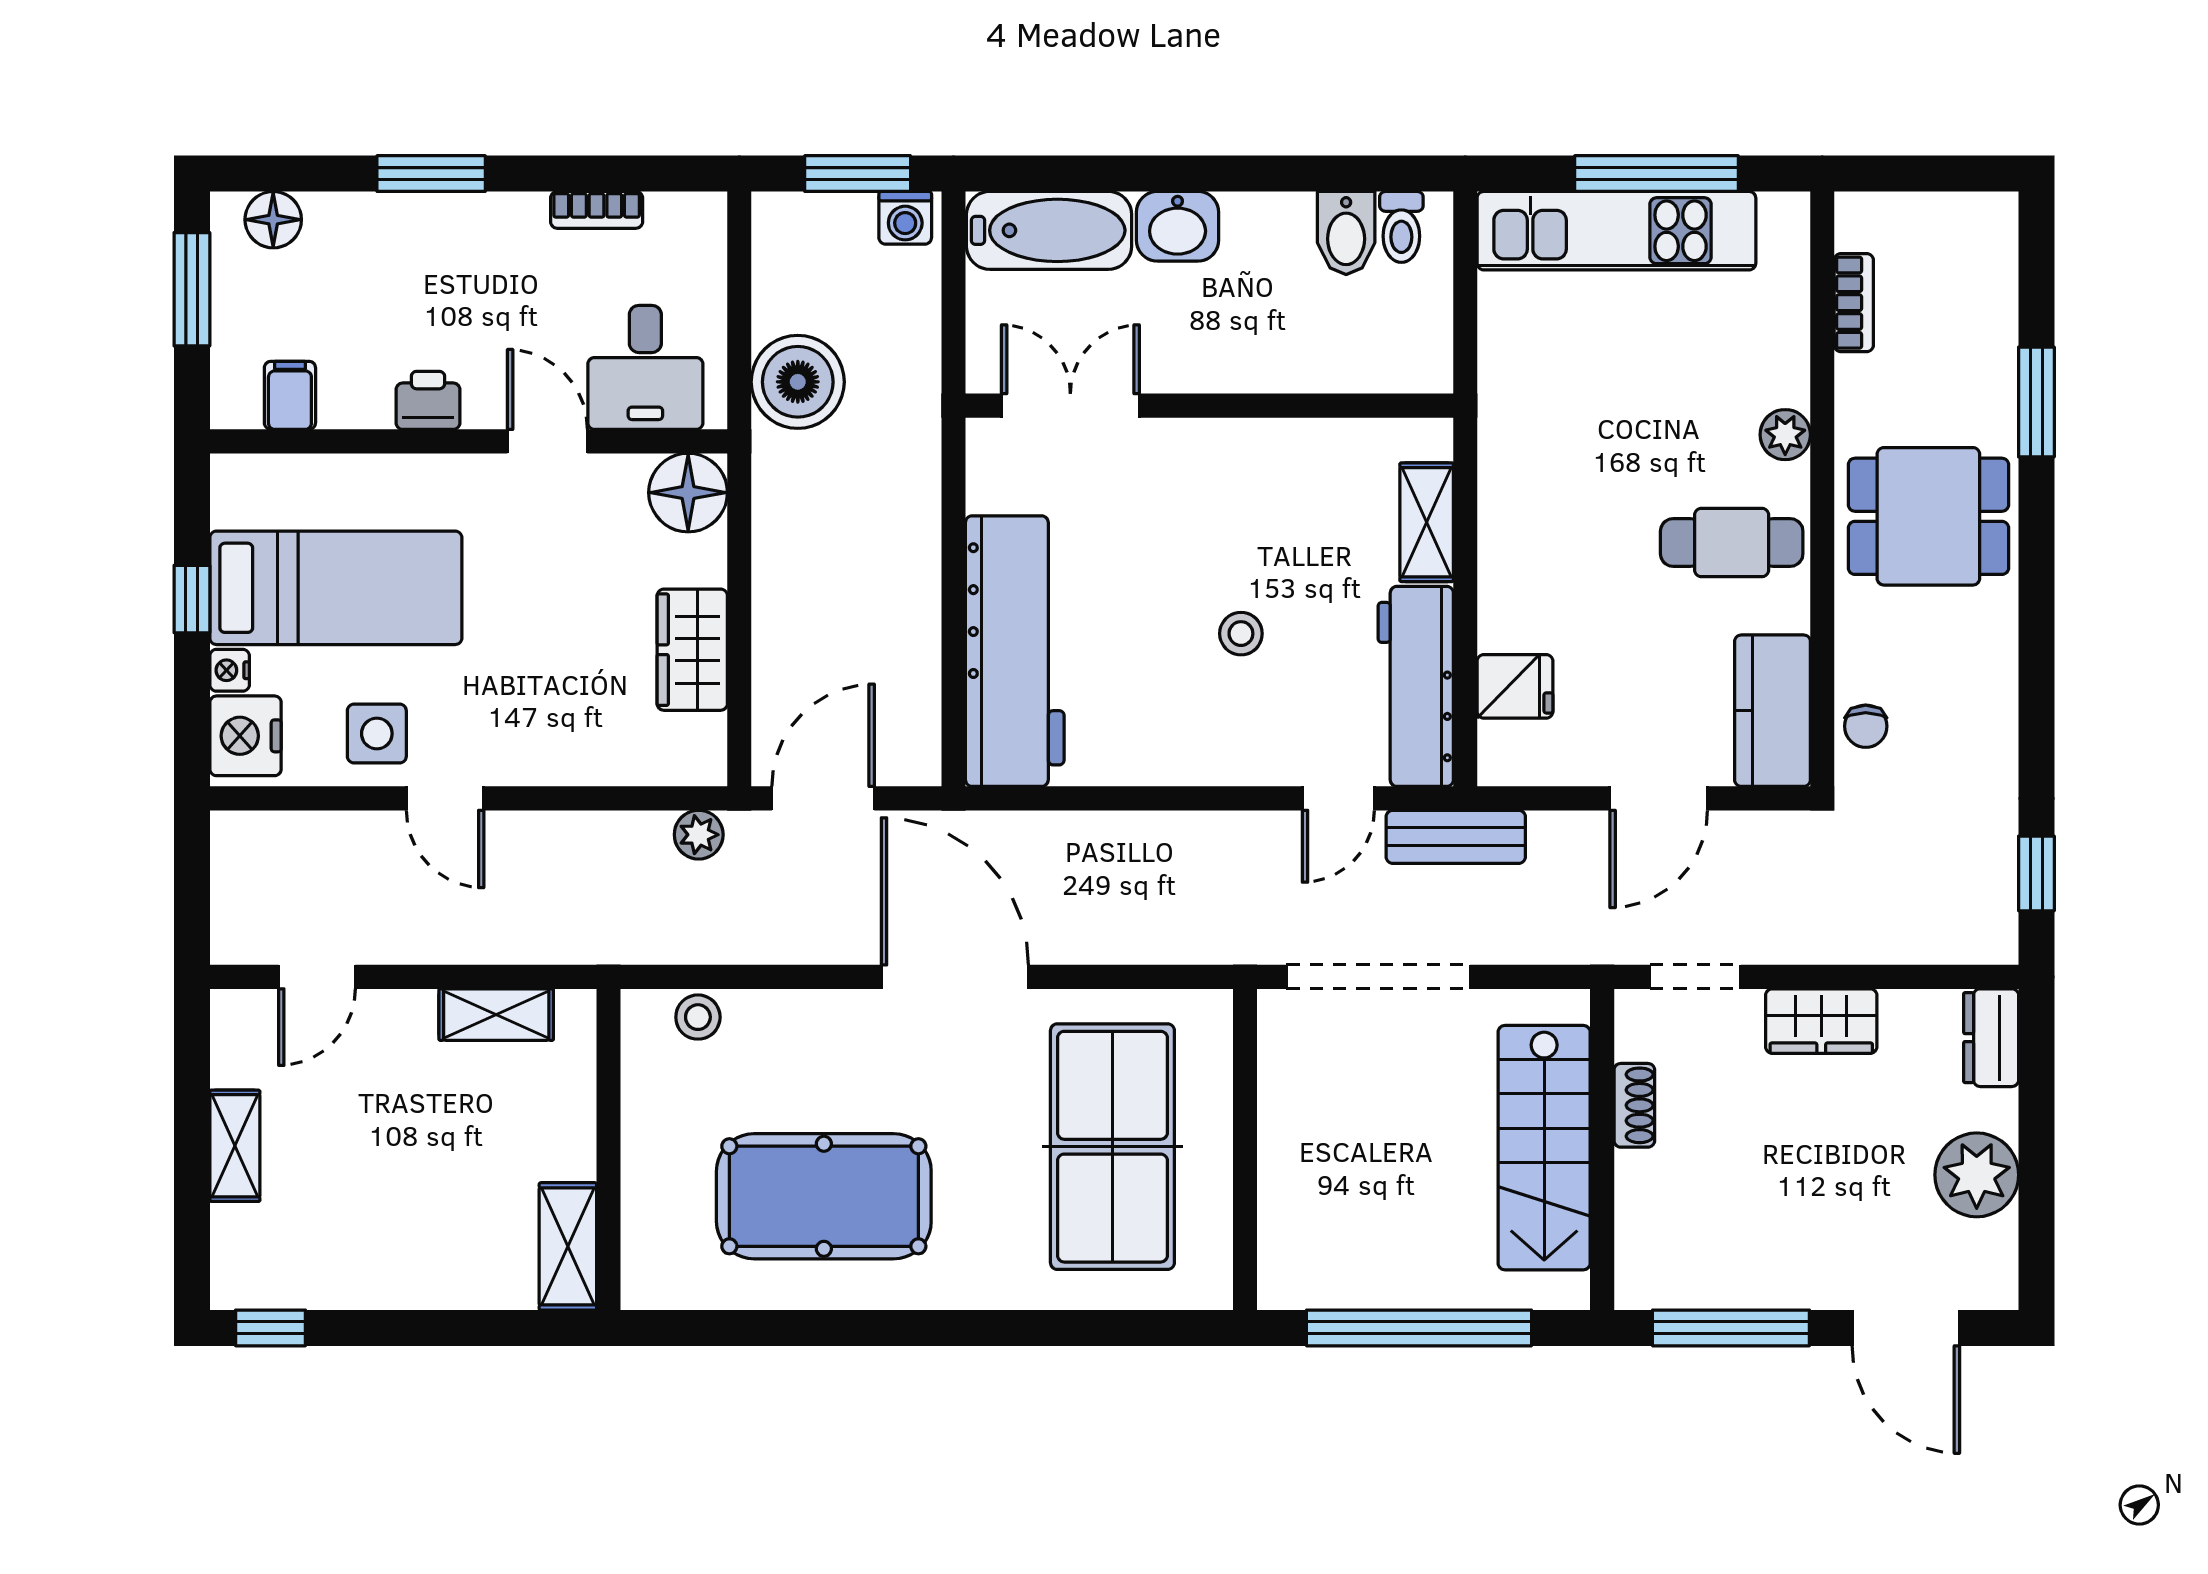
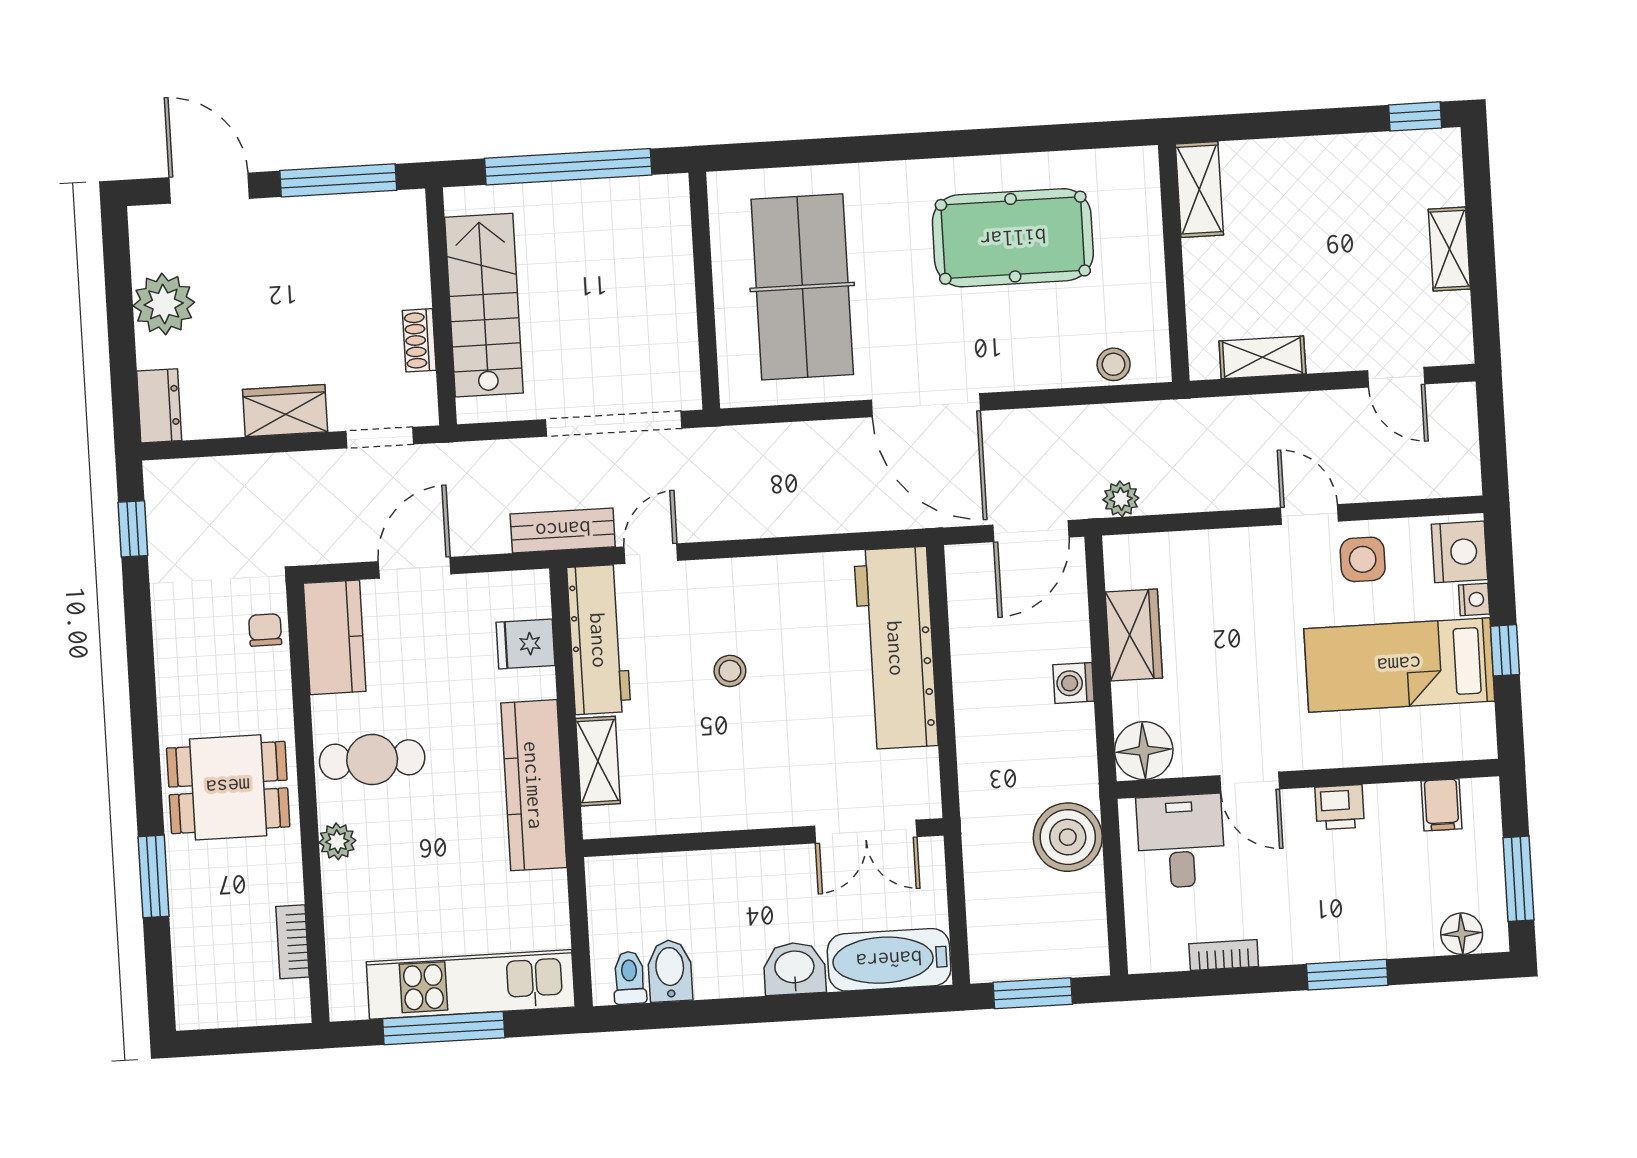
washing machine: (905, 218) -> (1074, 683), moved, turned -90
kitchen counter: (1515, 495) -> (534, 785), added
door: (317, 977) -> (1396, 377), swing flipped

